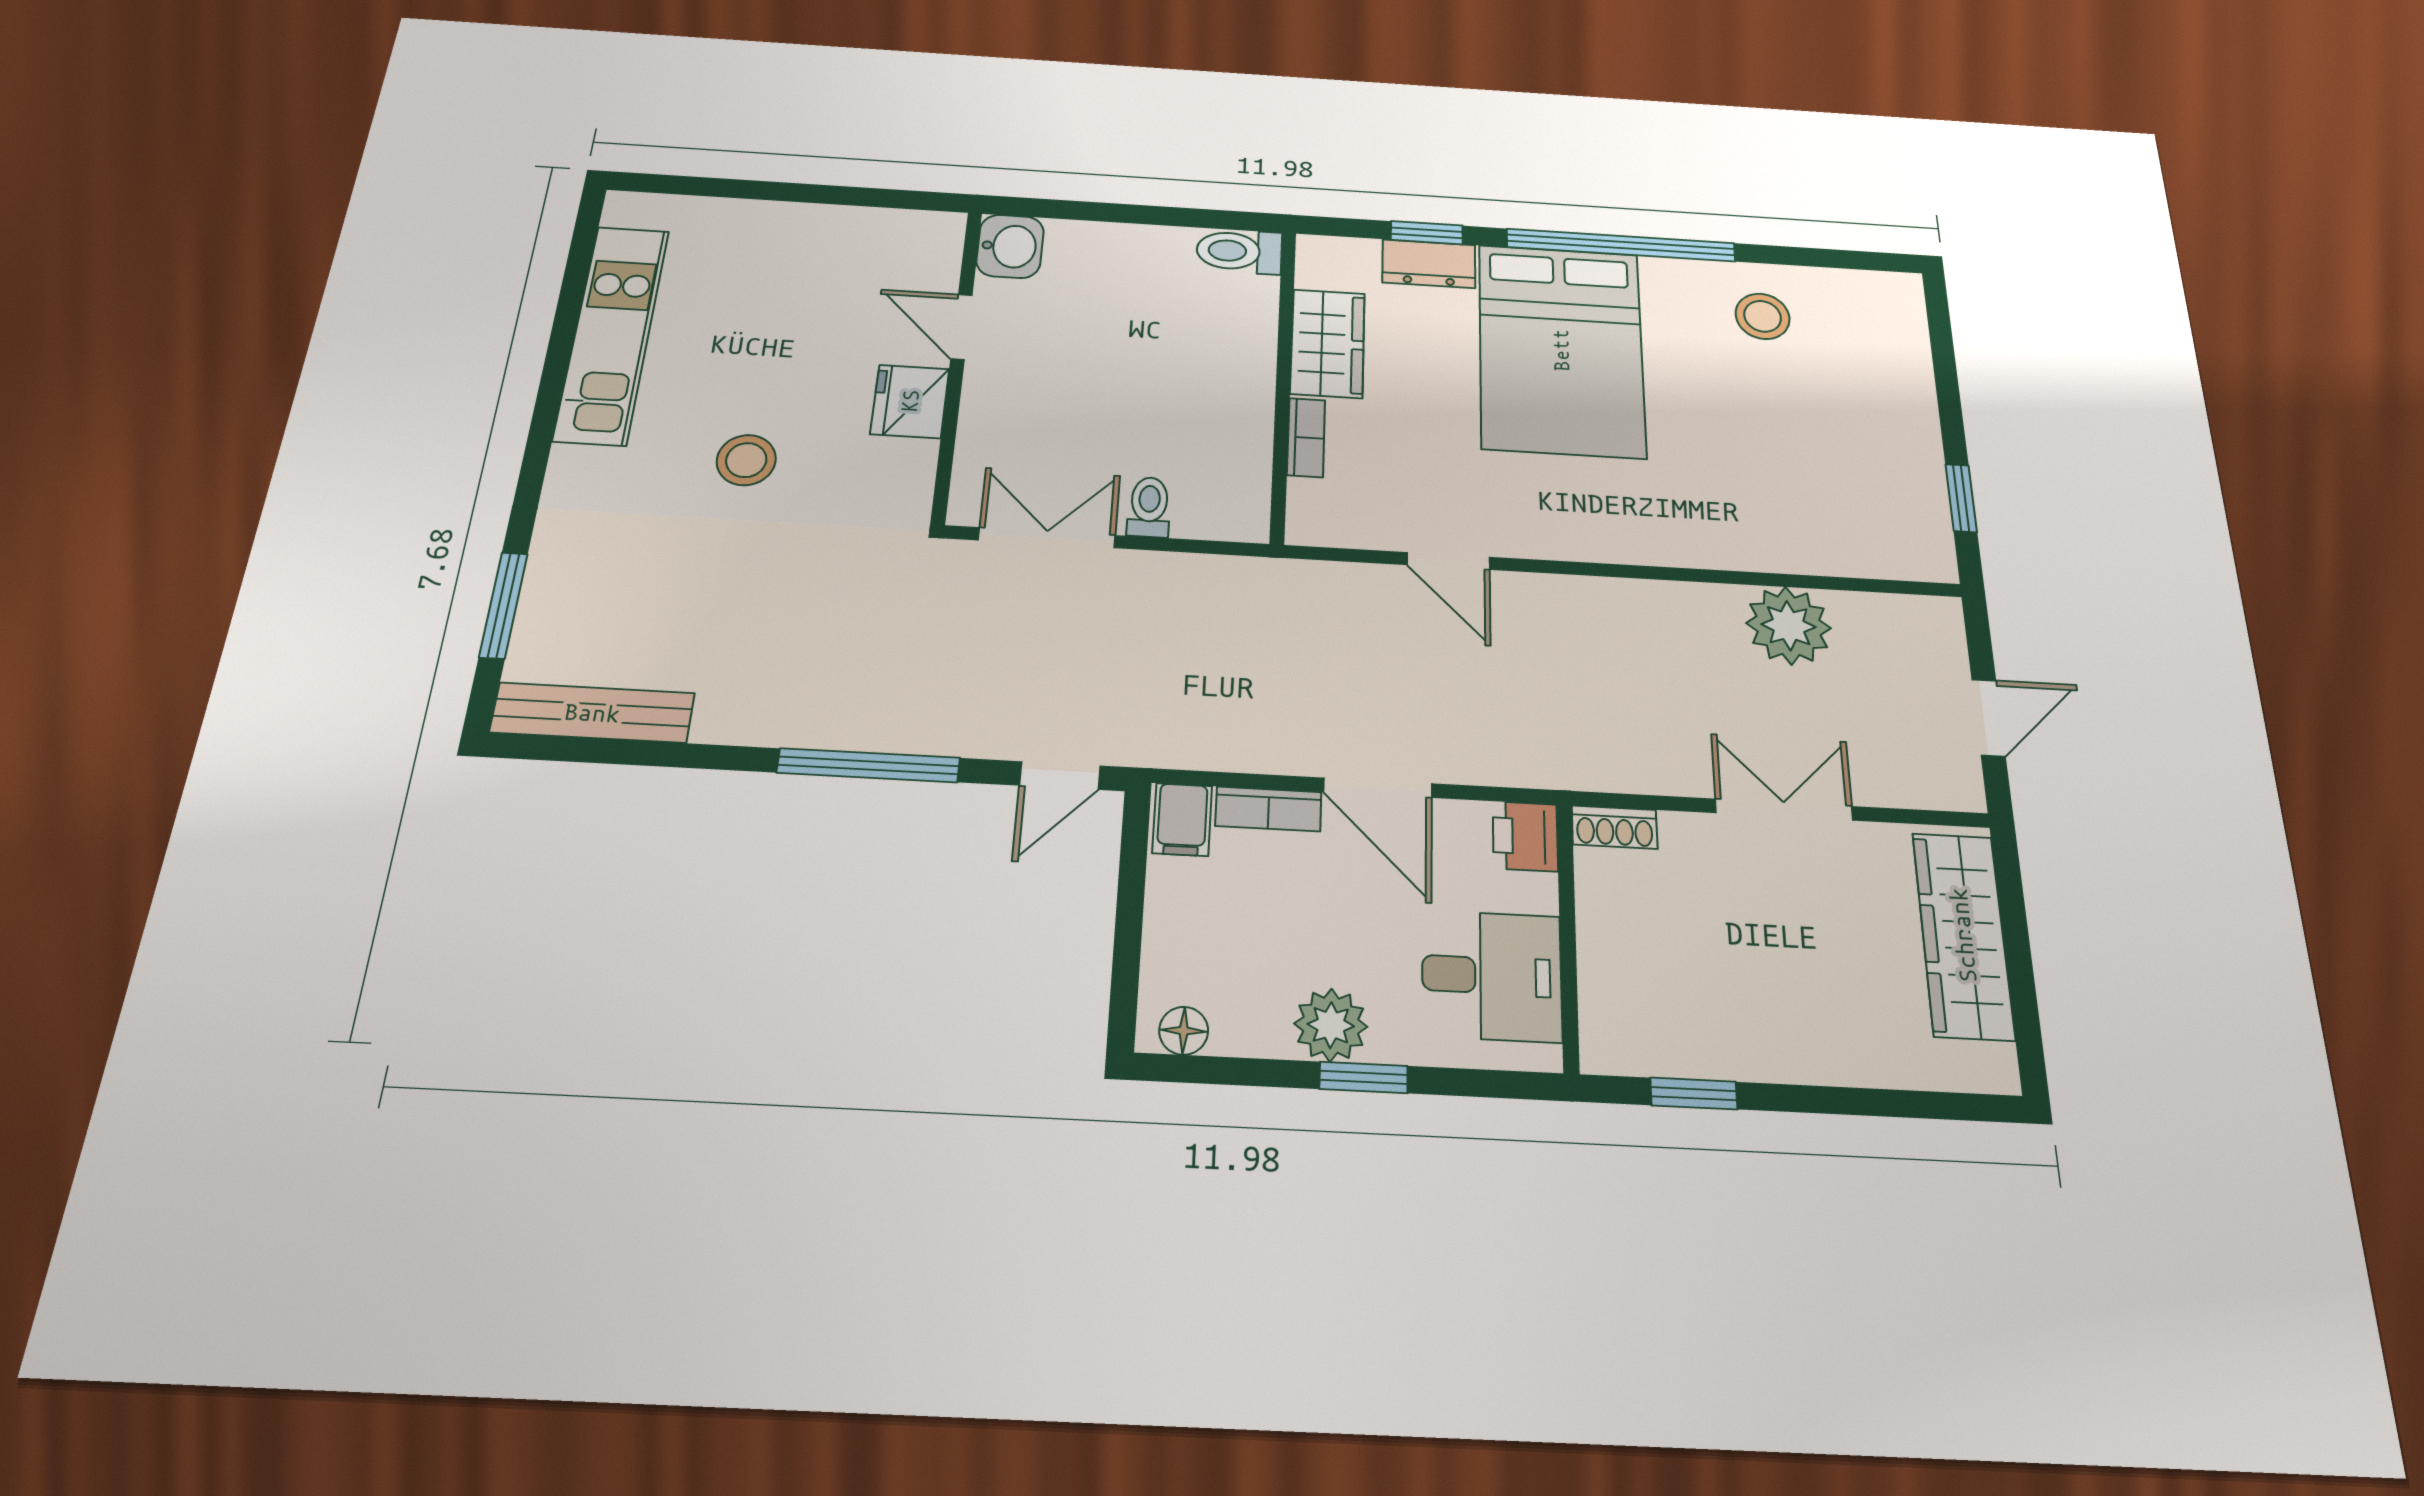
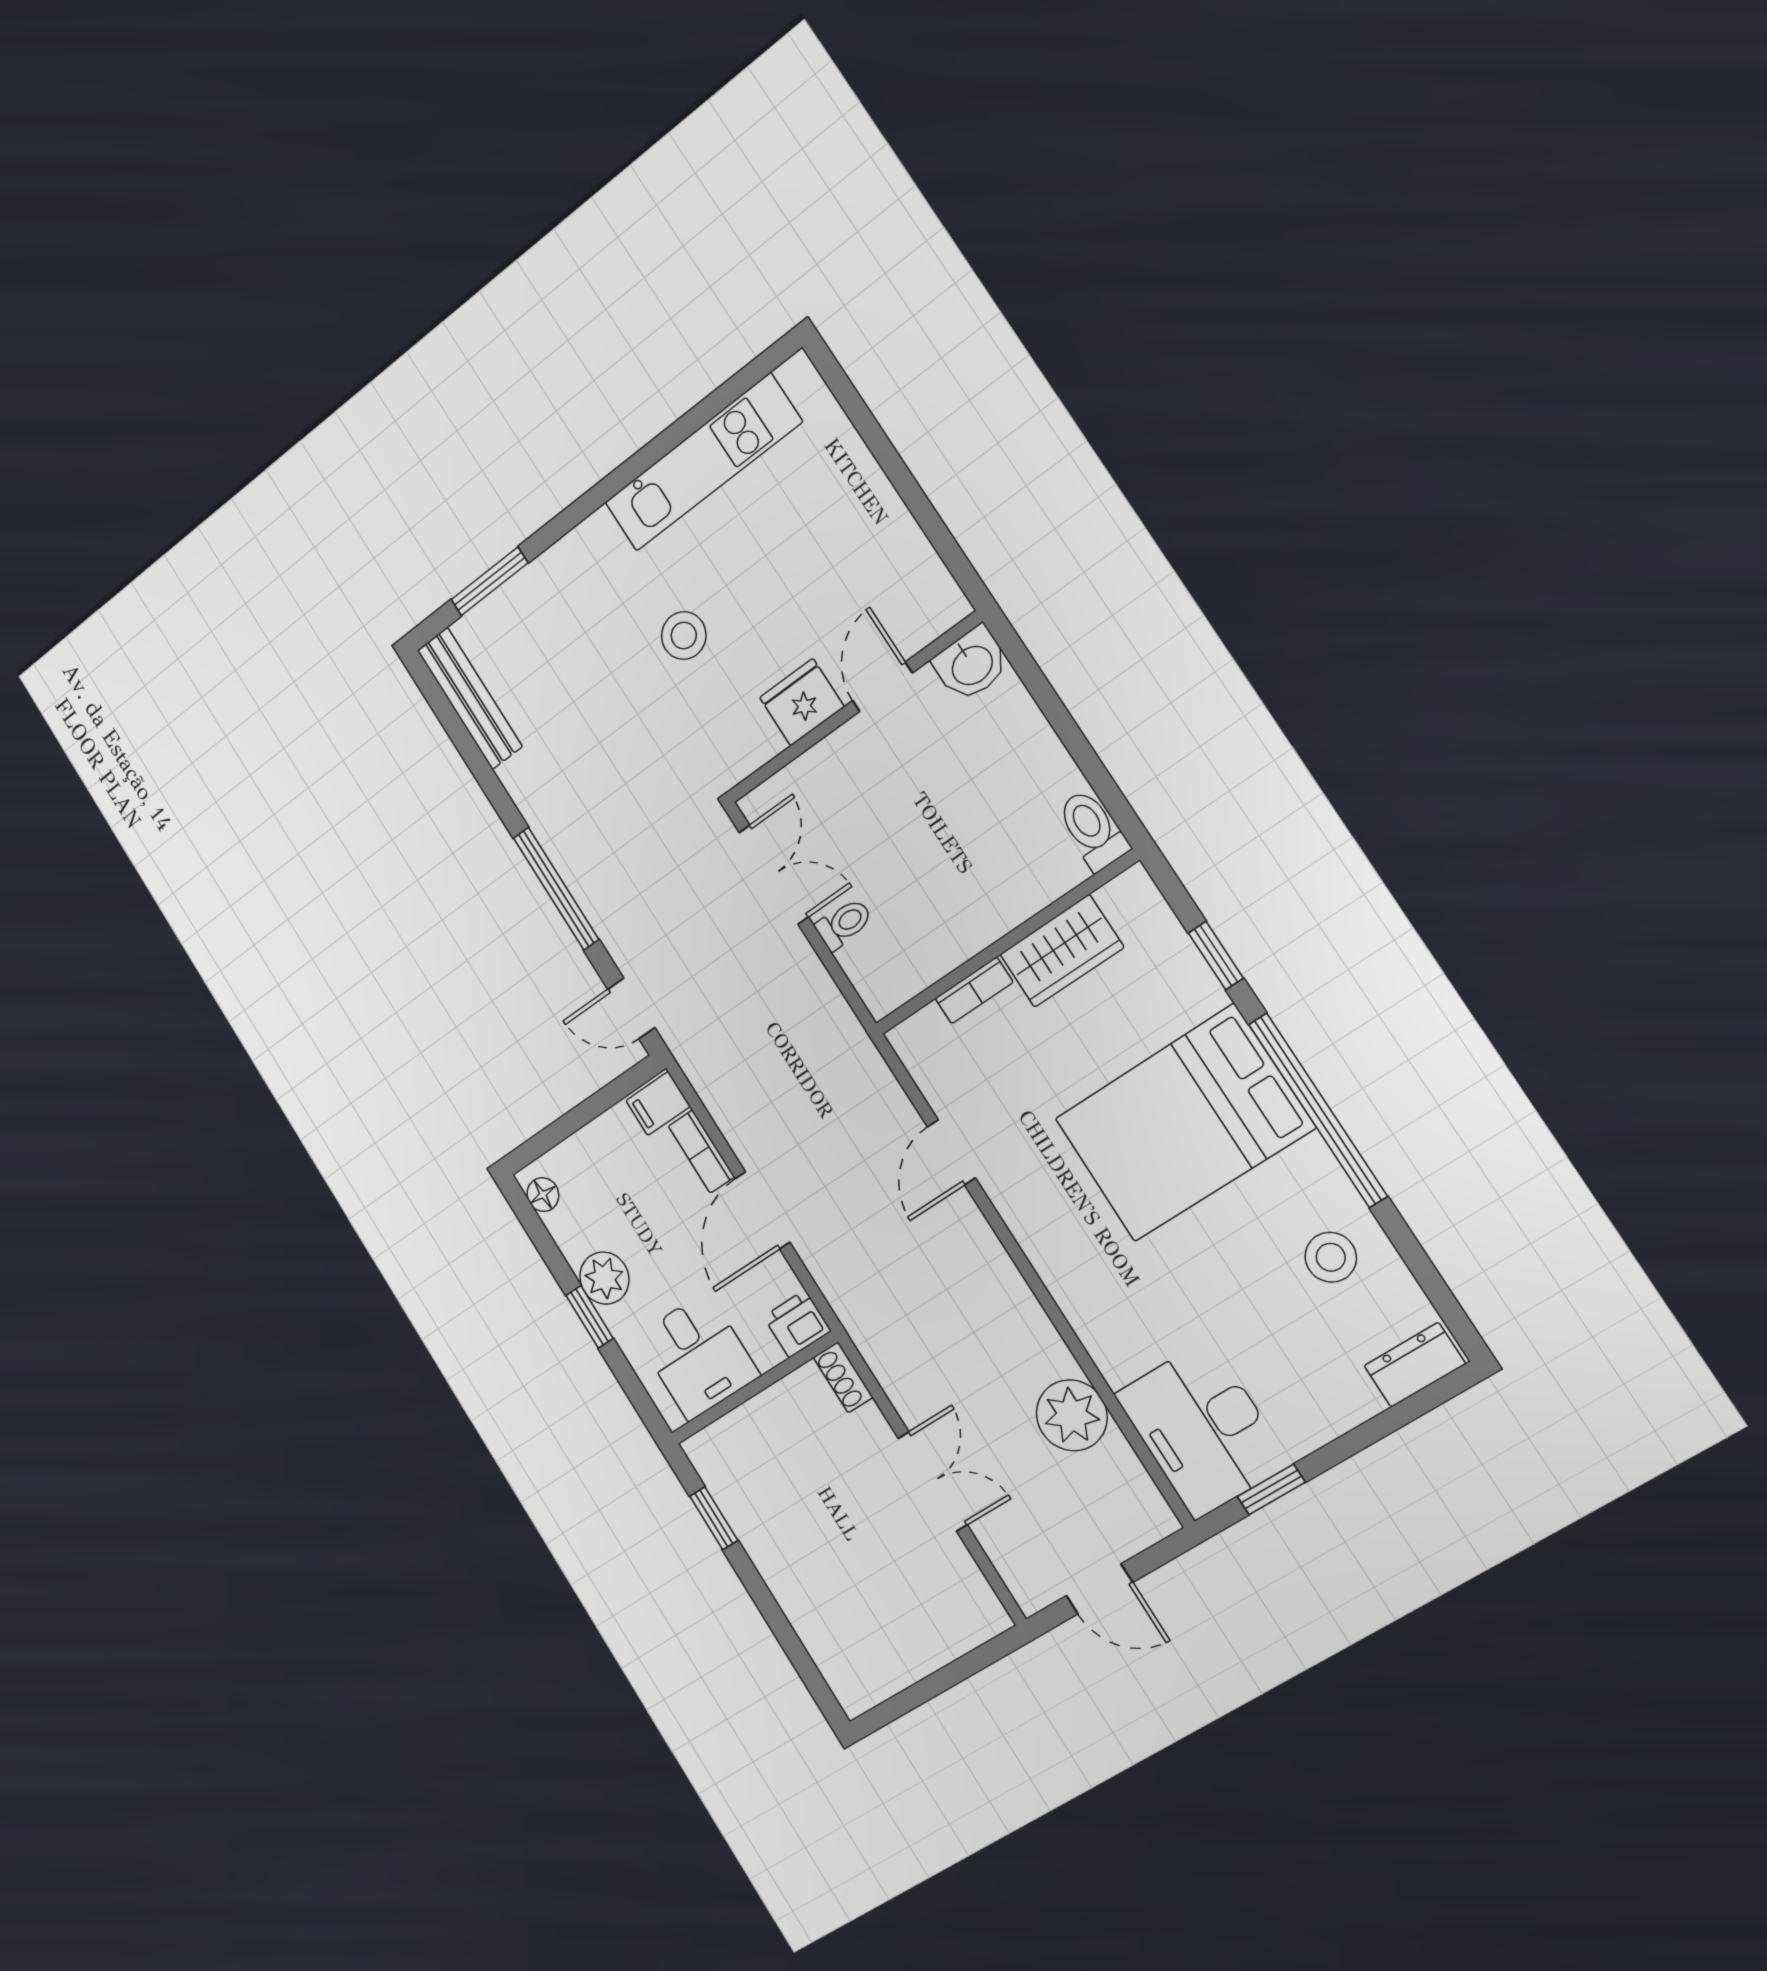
dresser: (1429, 264) -> (1415, 1365), moved, turned 90
desk: (1868, 519) -> (1202, 1429), added
wardrobe: (1963, 935) -> (928, 1640), removed

